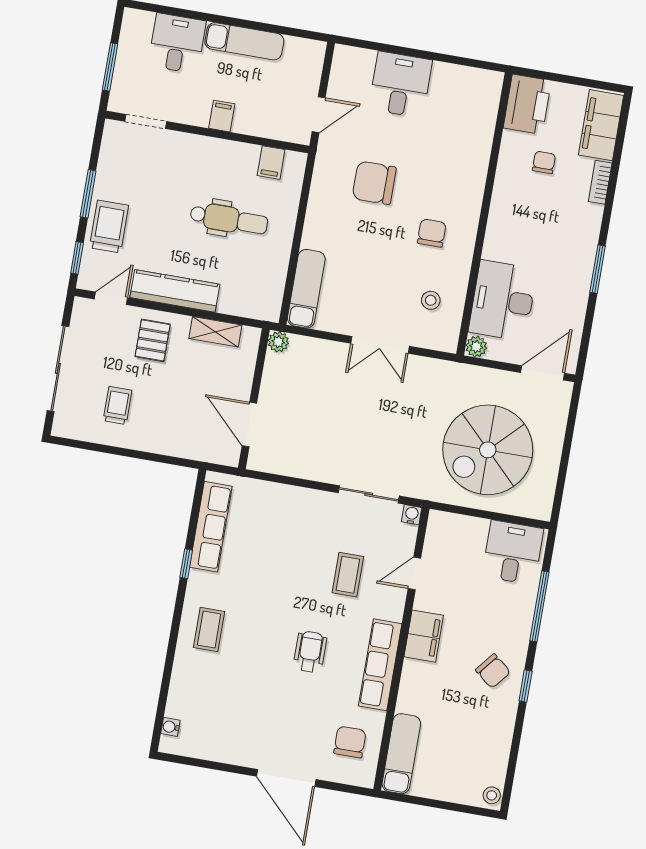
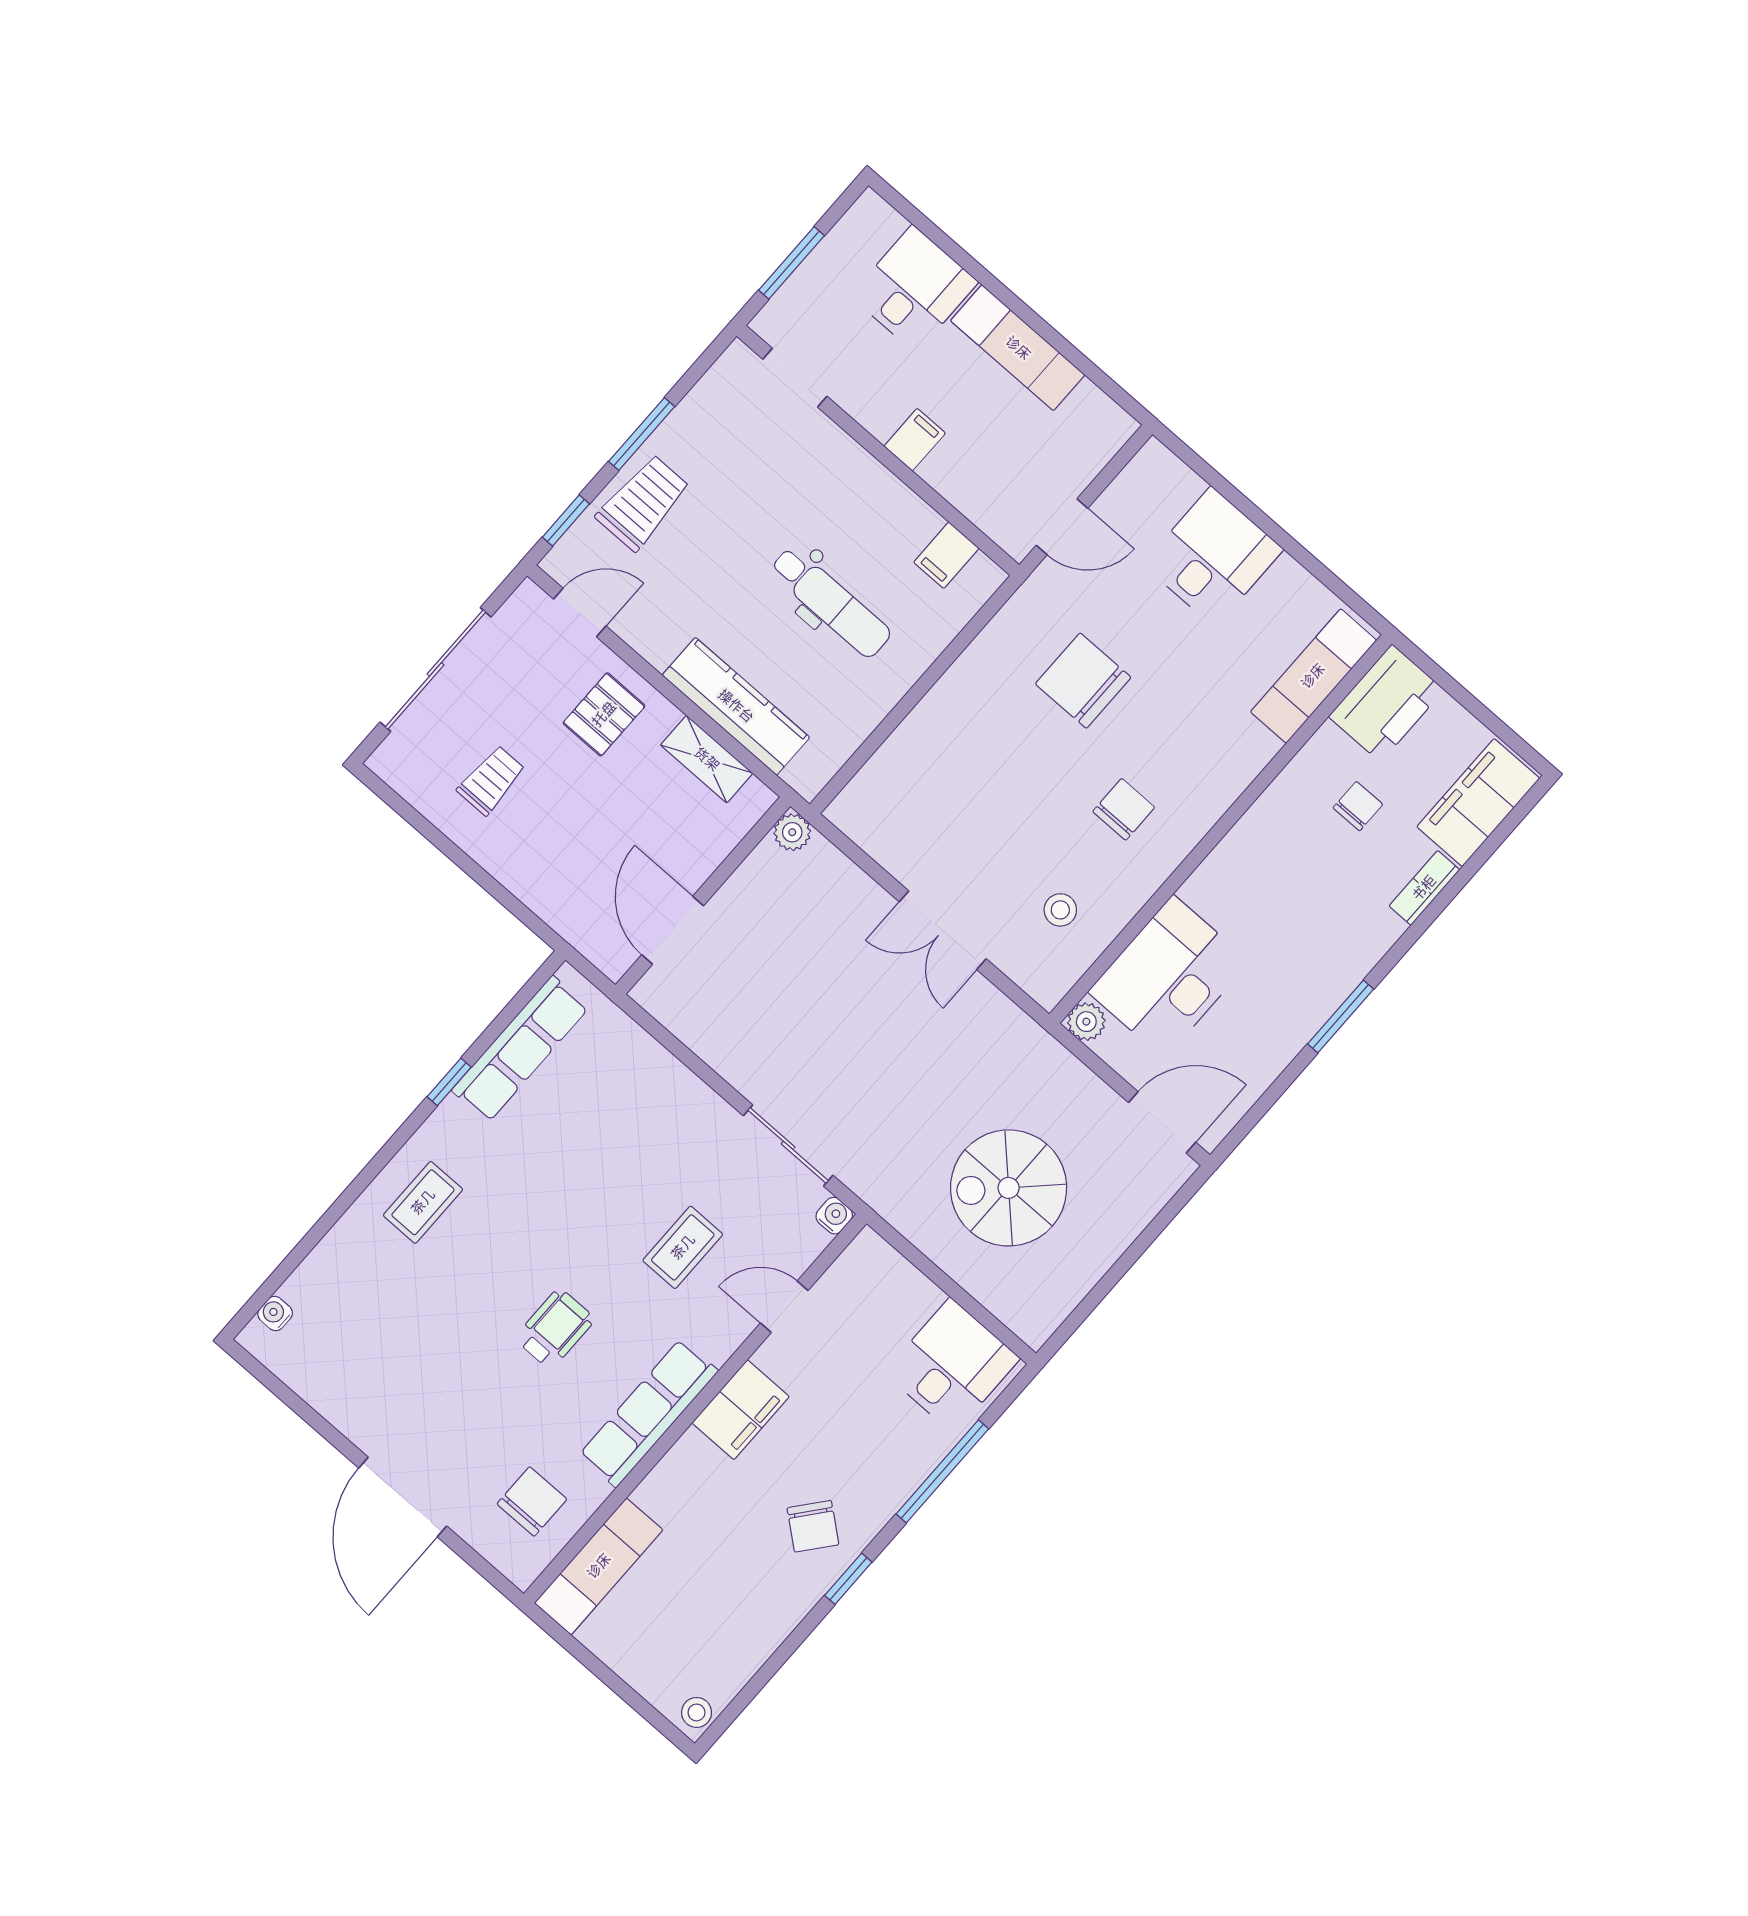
exam couch: (306, 289) -> (1313, 676), moved, turned 180
kitchen counter: (175, 291) -> (736, 706), moved
spiral stairs: (488, 450) -> (1009, 1188), width x0.73, depth x0.73

